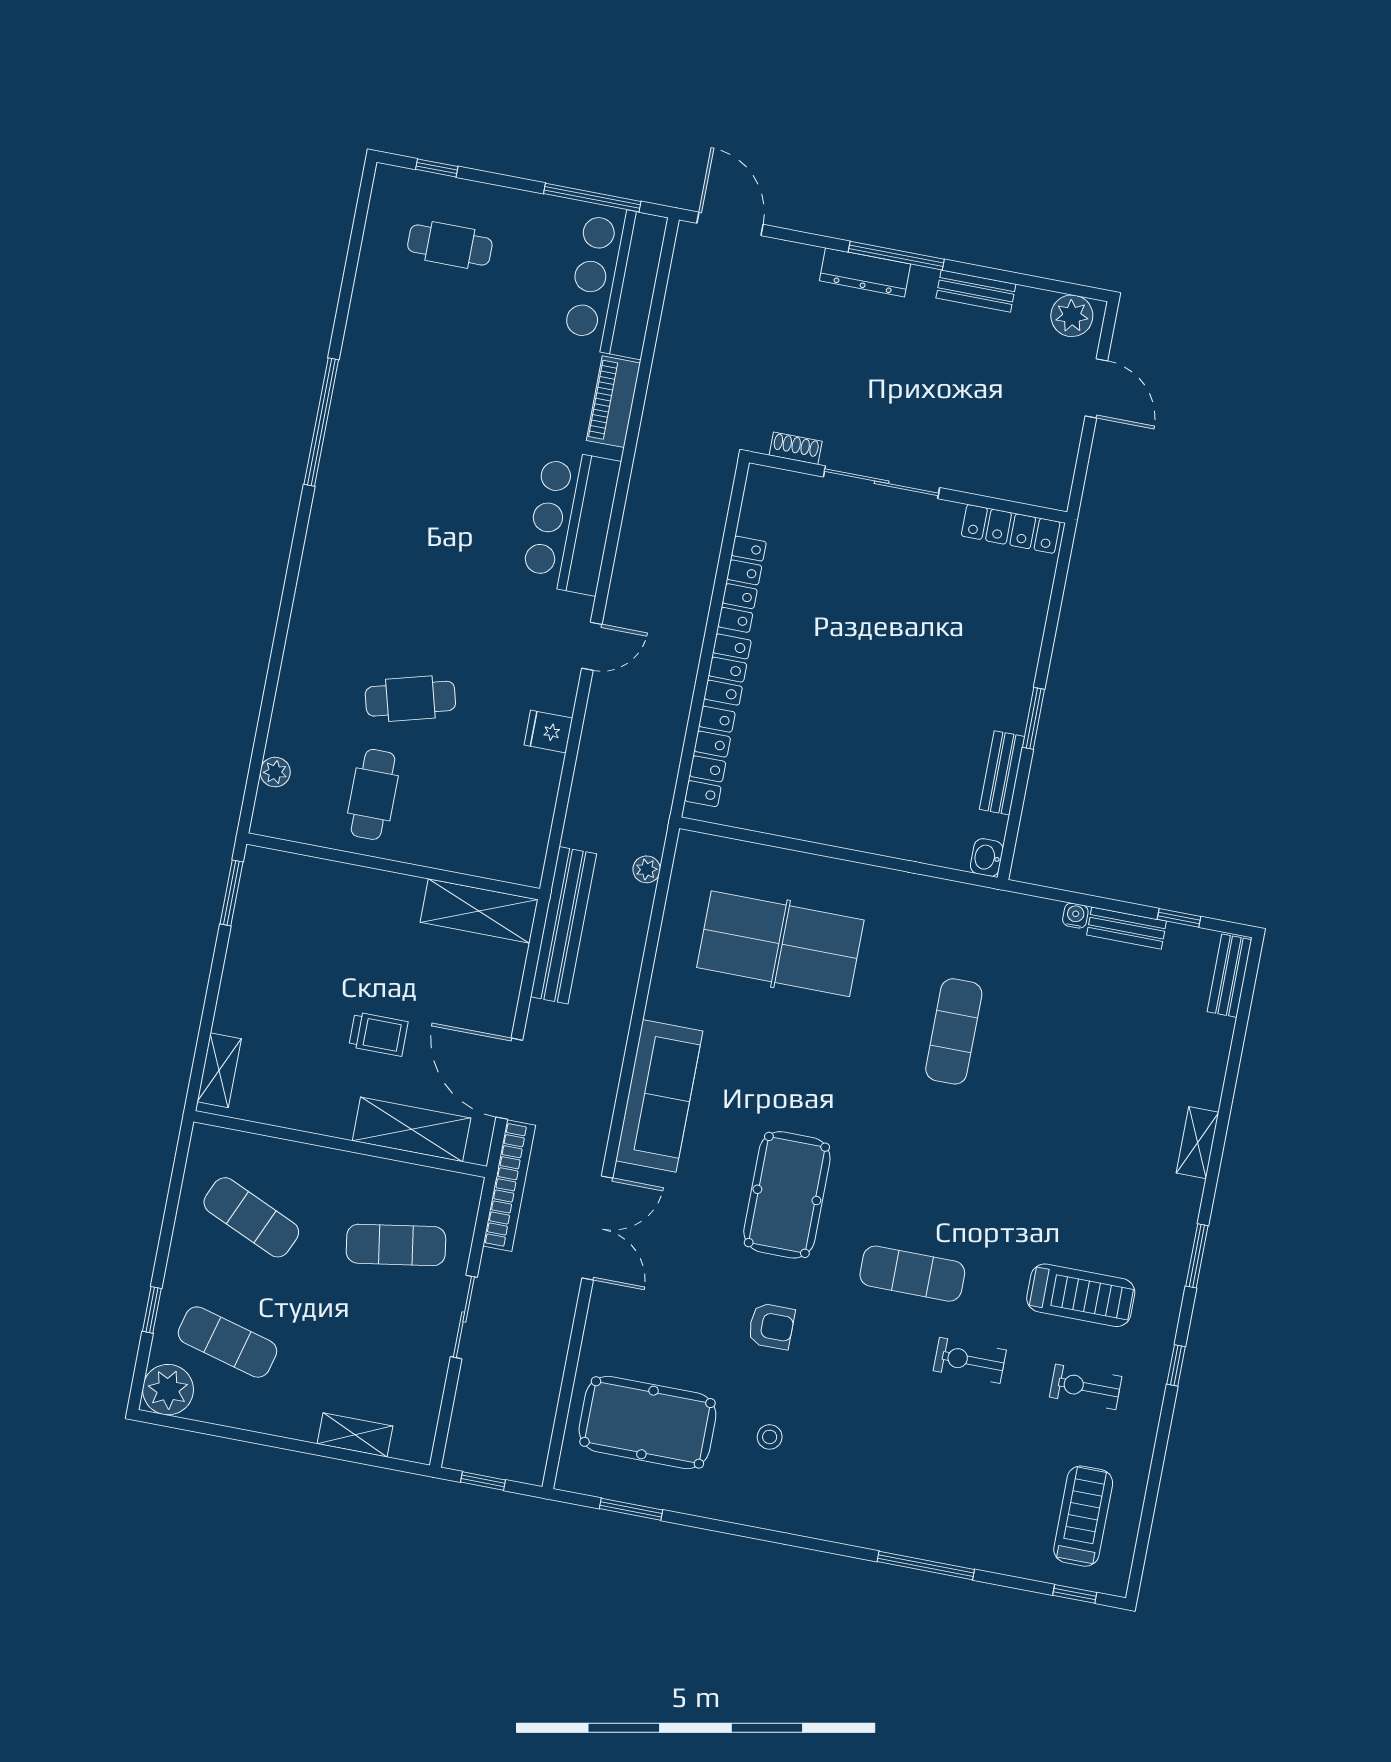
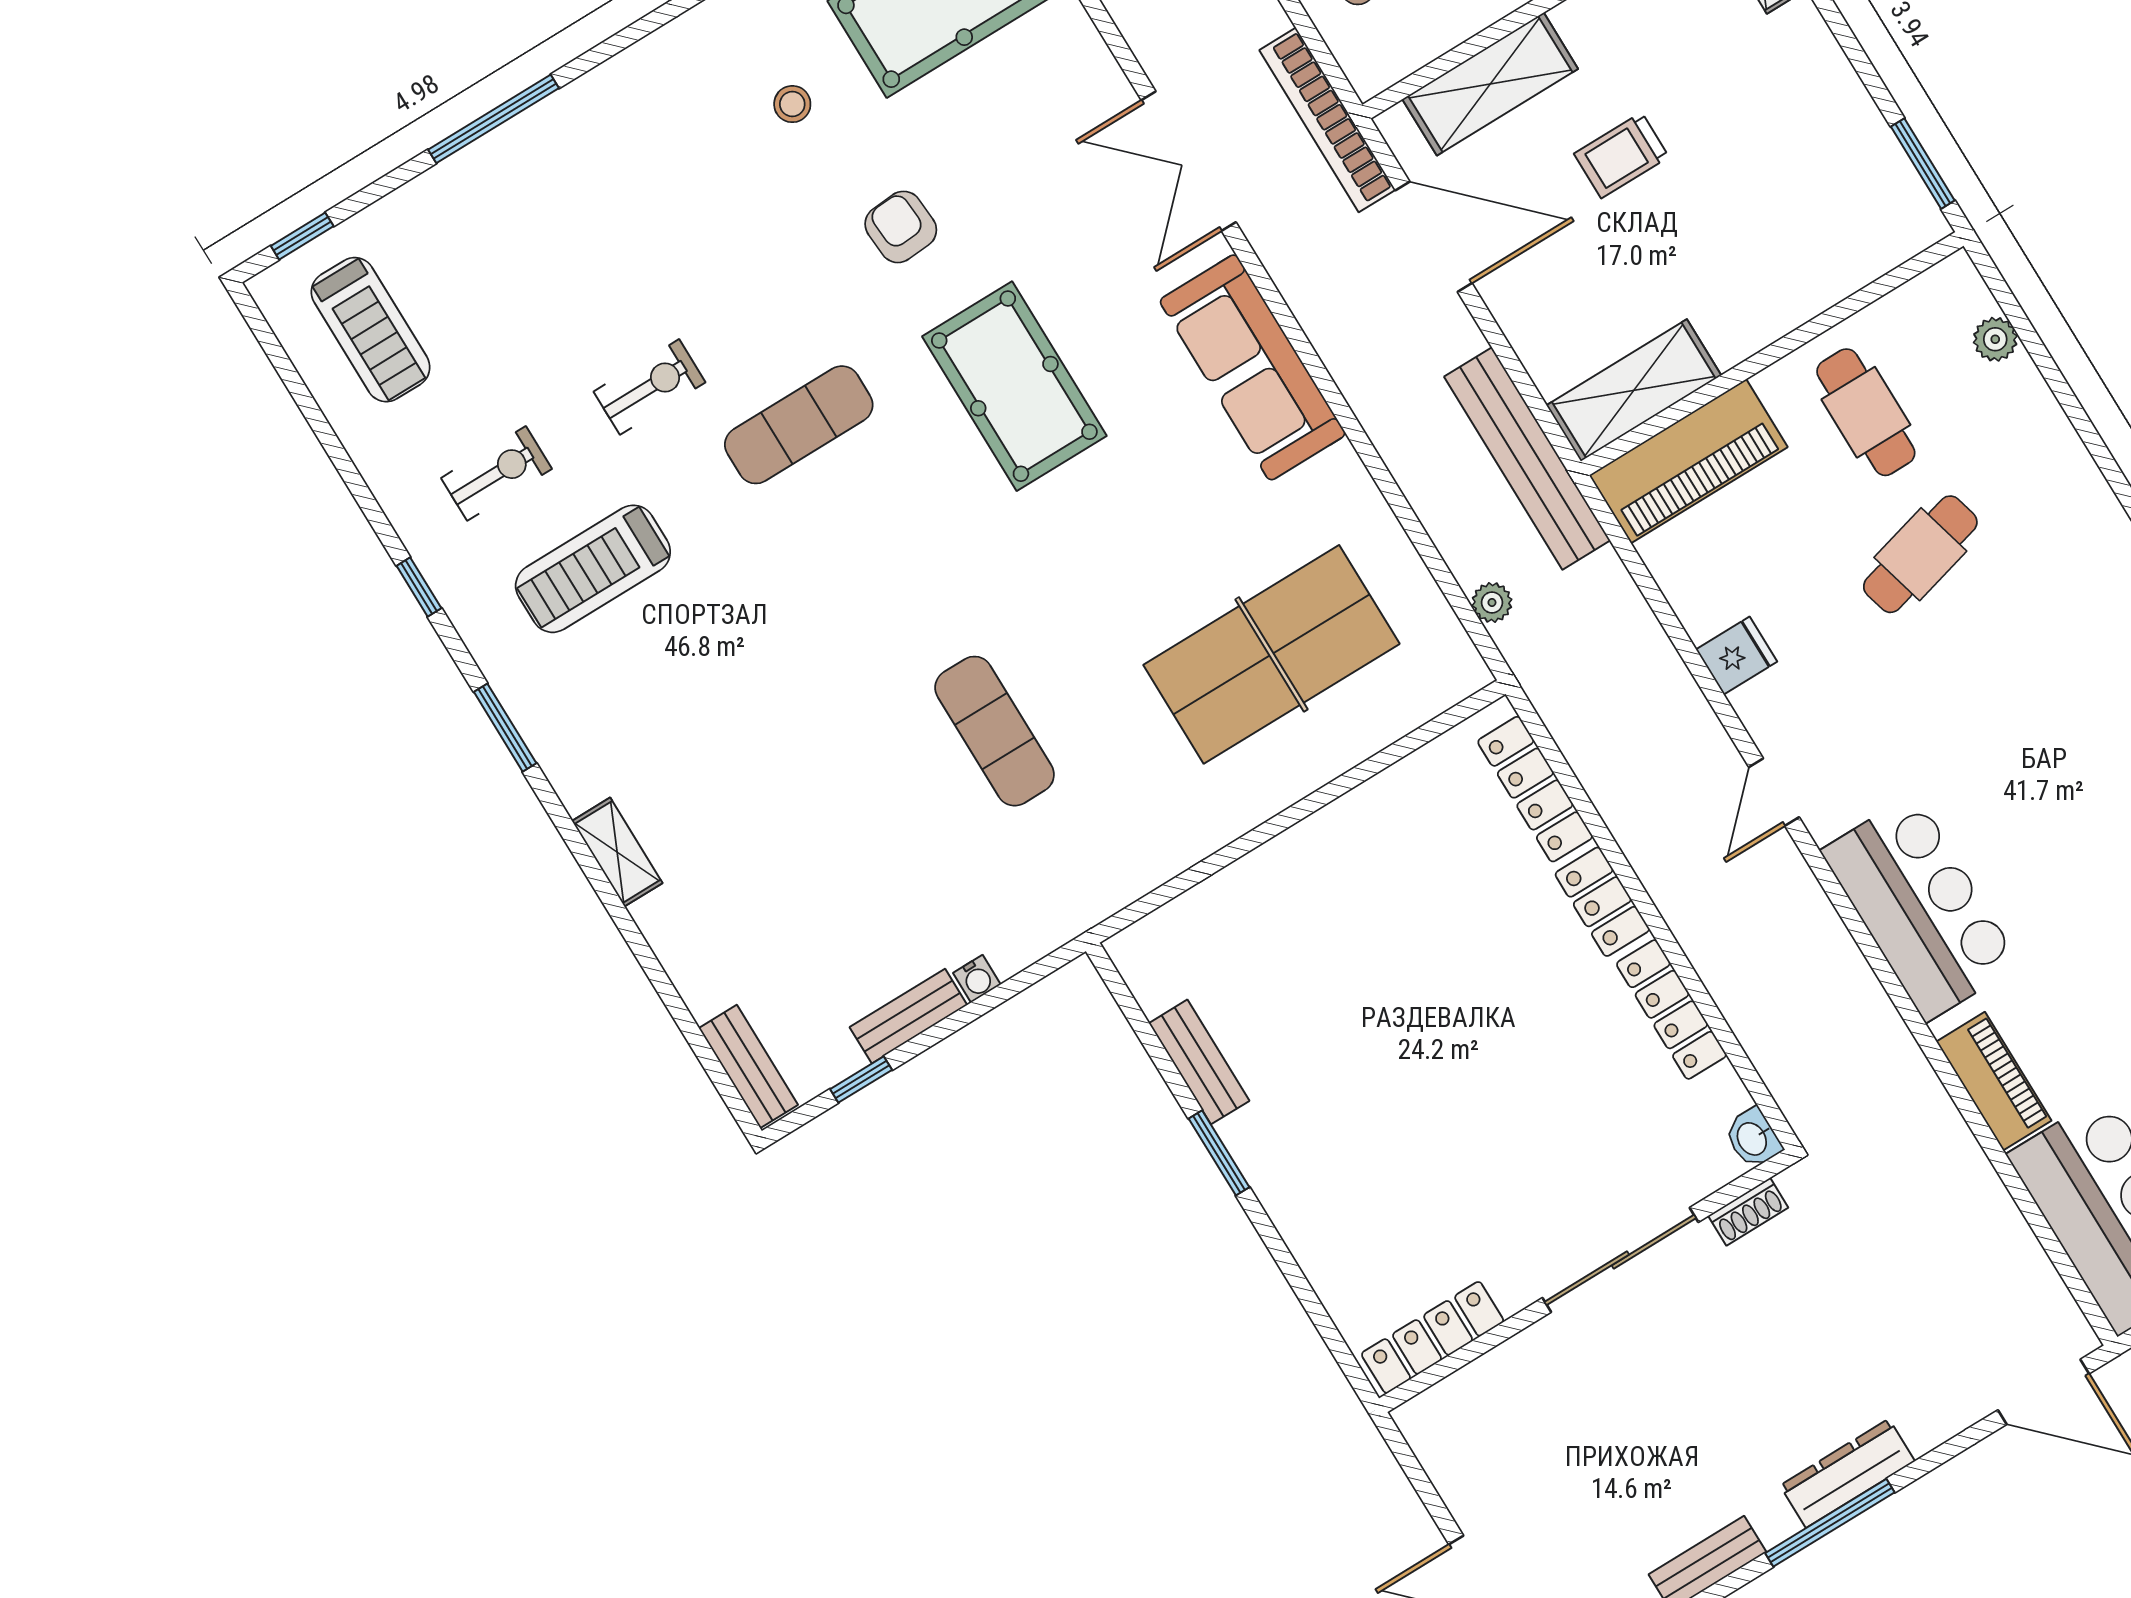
piano: (484, 851) -> (1688, 461), added
washbasin: (987, 857) -> (1753, 1138), moved, turned 180
armchair: (771, 1326) -> (901, 227), turned 86

